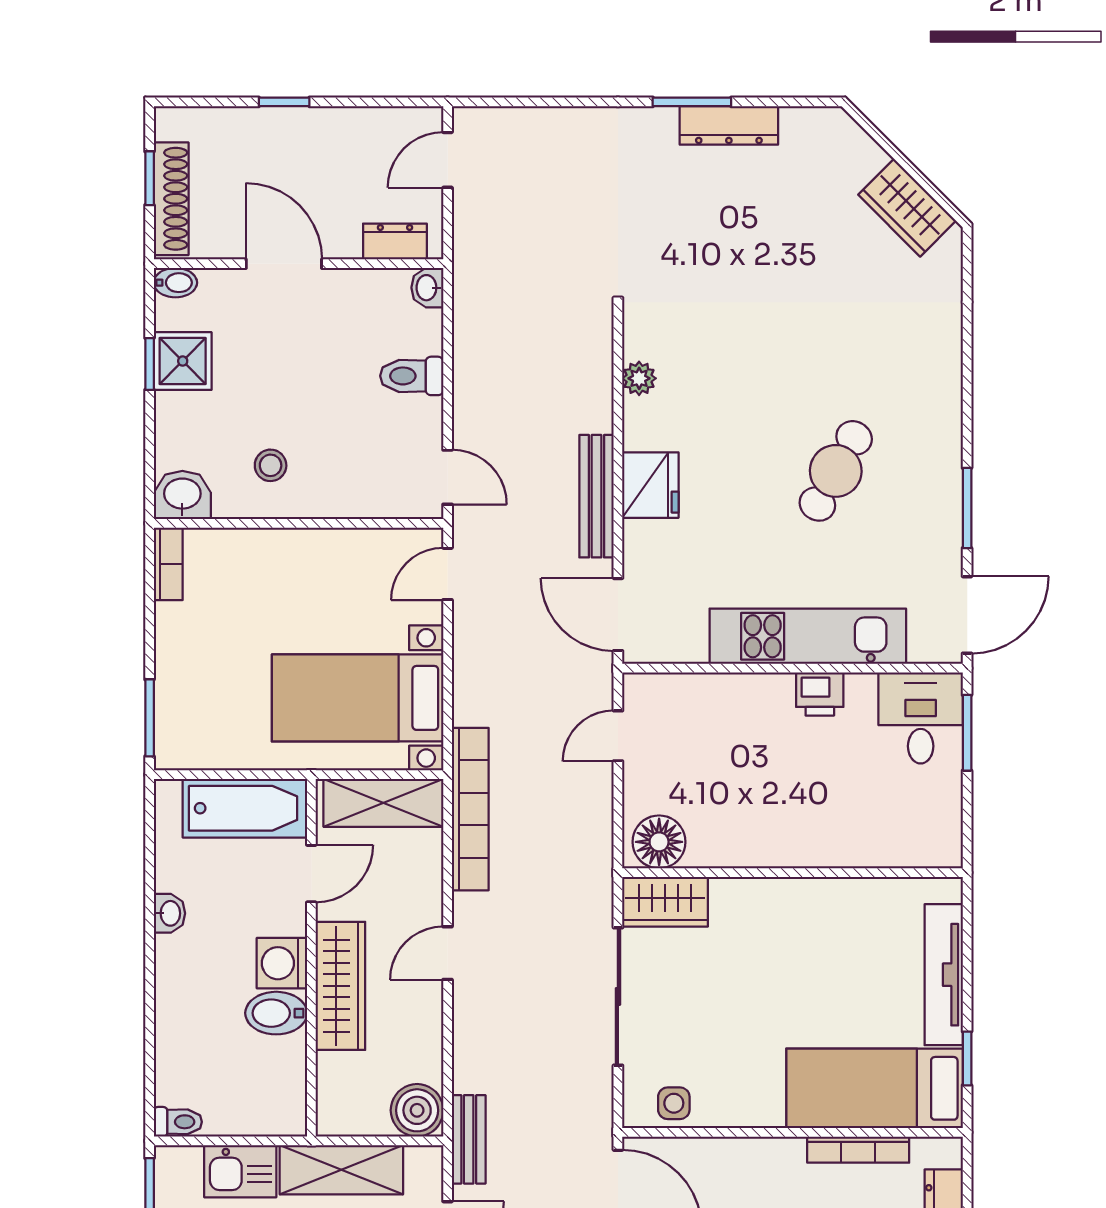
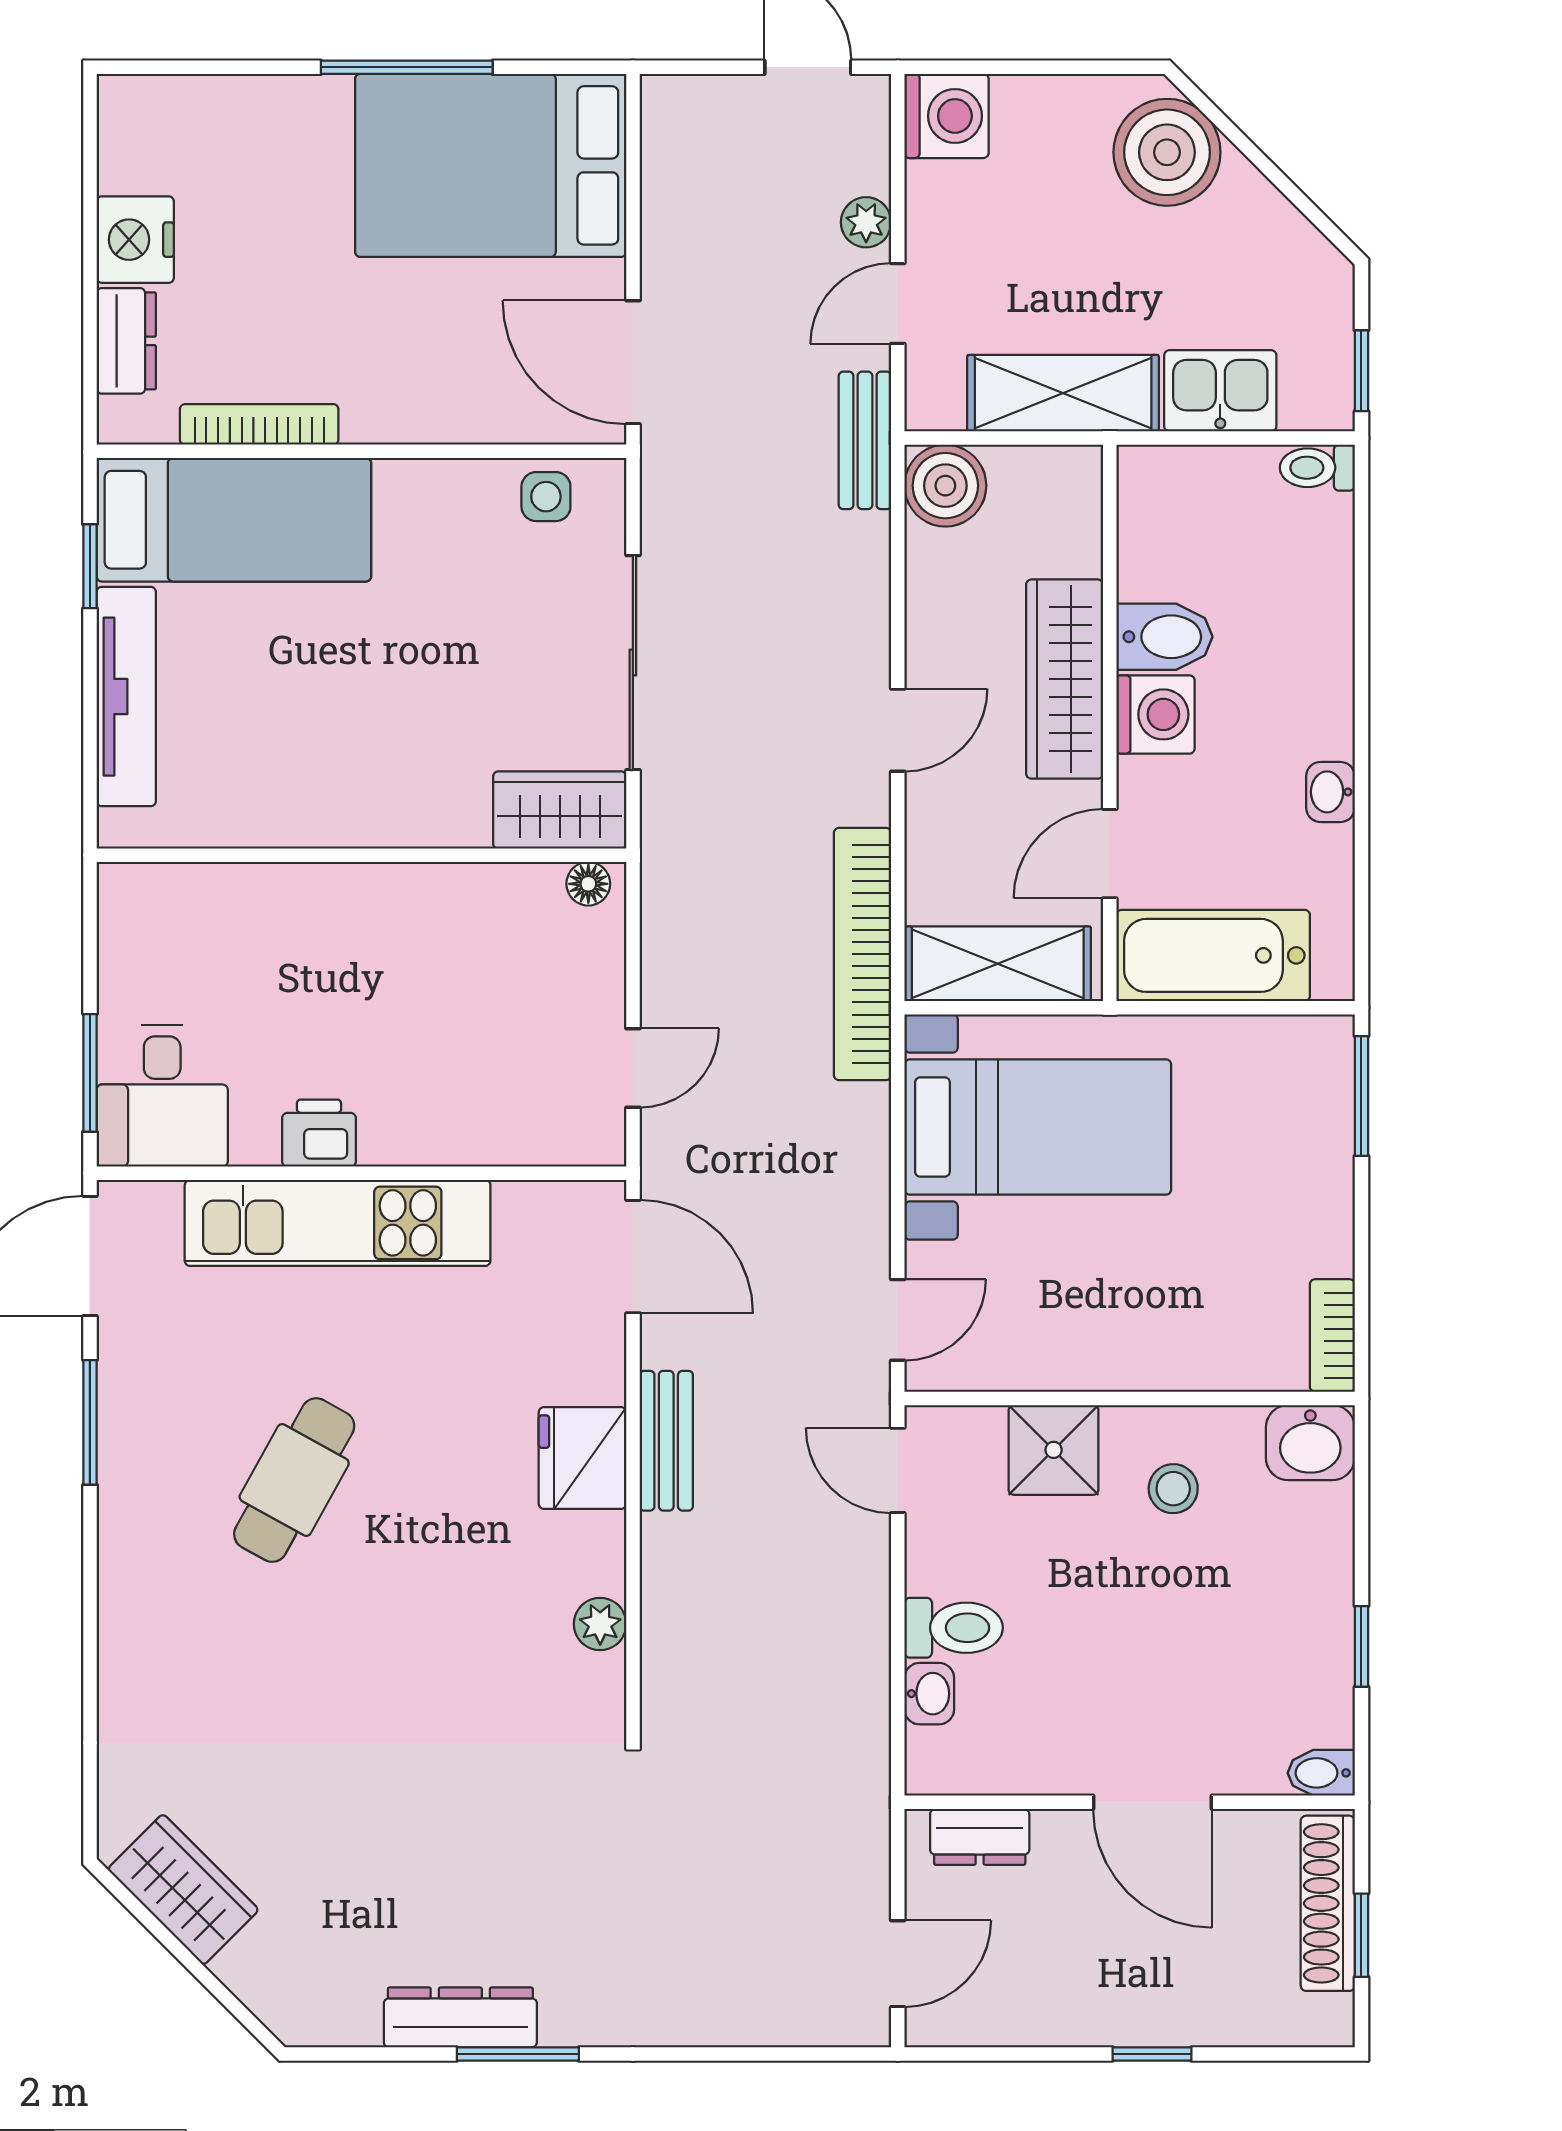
washbasin: (427, 288) -> (929, 1694), moved
shower: (183, 361) -> (1054, 1450), moved
bench: (597, 496) -> (666, 1441), width x0.73
floor lamp: (659, 842) -> (588, 884), width x0.53, depth x0.53

